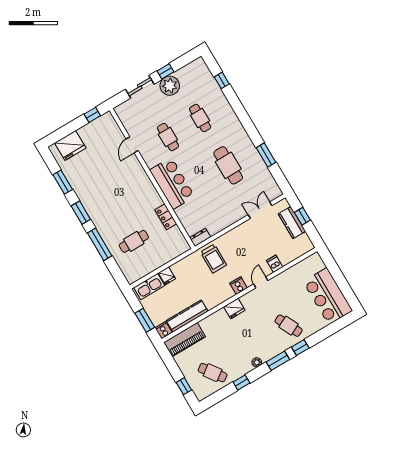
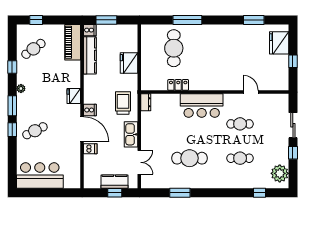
plant: (170, 86) -> (280, 173), moved
window: (92, 115) -> (293, 61), moved
window: (81, 213) -> (221, 20), removed
cafe table: (134, 241) -> (174, 48), width x1.37, depth x1.35
trolley: (213, 258) -> (123, 103), turned 90
fridge: (167, 276) -> (129, 63), width x1.88, depth x1.34
door: (261, 282) -> (82, 129), width x1.88
kitchen sink: (149, 287) -> (131, 134), moved

